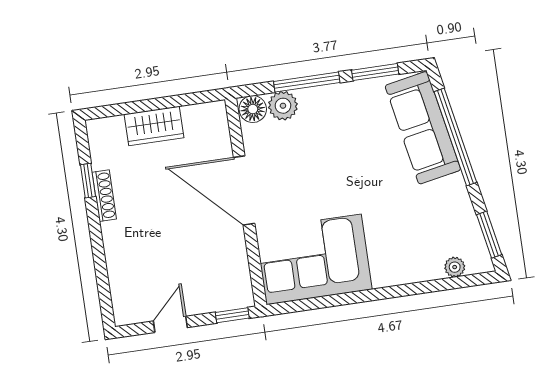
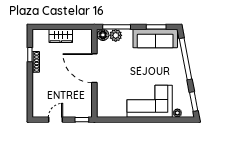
window: (307, 82) -> (117, 27), moved
sofa: (423, 128) -> (155, 39), moved, turned -79
corner sofa: (314, 259) -> (150, 101), moved

